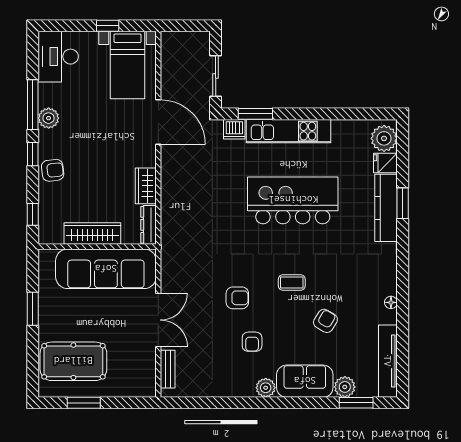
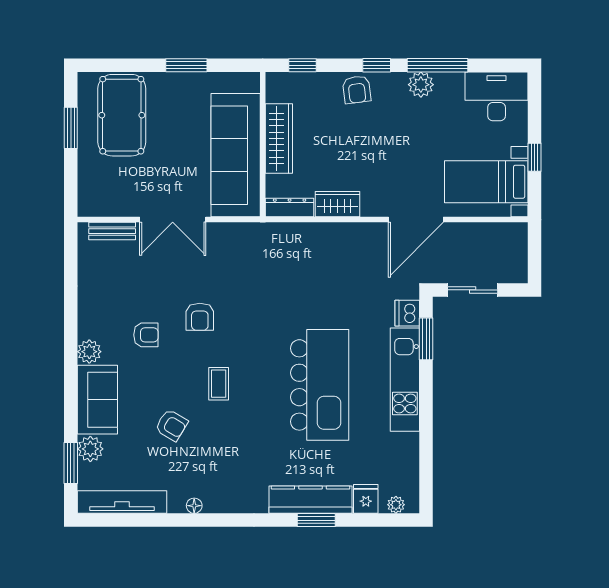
plant: (384, 138) -> (396, 505), width x0.53, depth x0.53
armchair: (252, 342) -> (146, 335), turned 180

